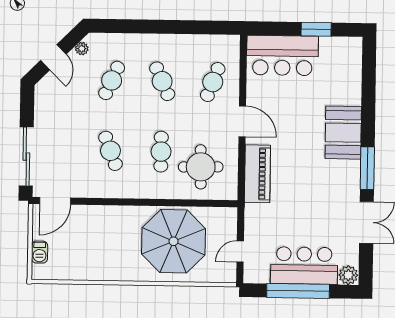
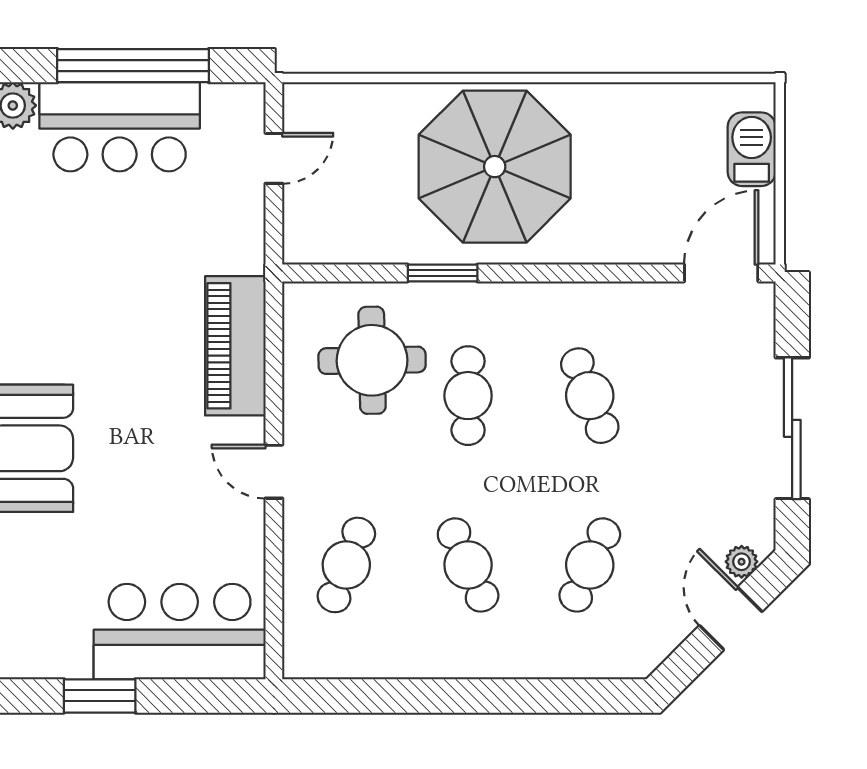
plant: (82, 49) -> (742, 562), moved
door: (242, 121) -> (274, 472), width x0.73
sliding door: (26, 157) -> (792, 428), moved
window: (171, 203) -> (443, 273), added
parasol: (174, 241) -> (495, 167), moved
barbecue: (40, 252) -> (752, 149), width x1.38, depth x1.27

